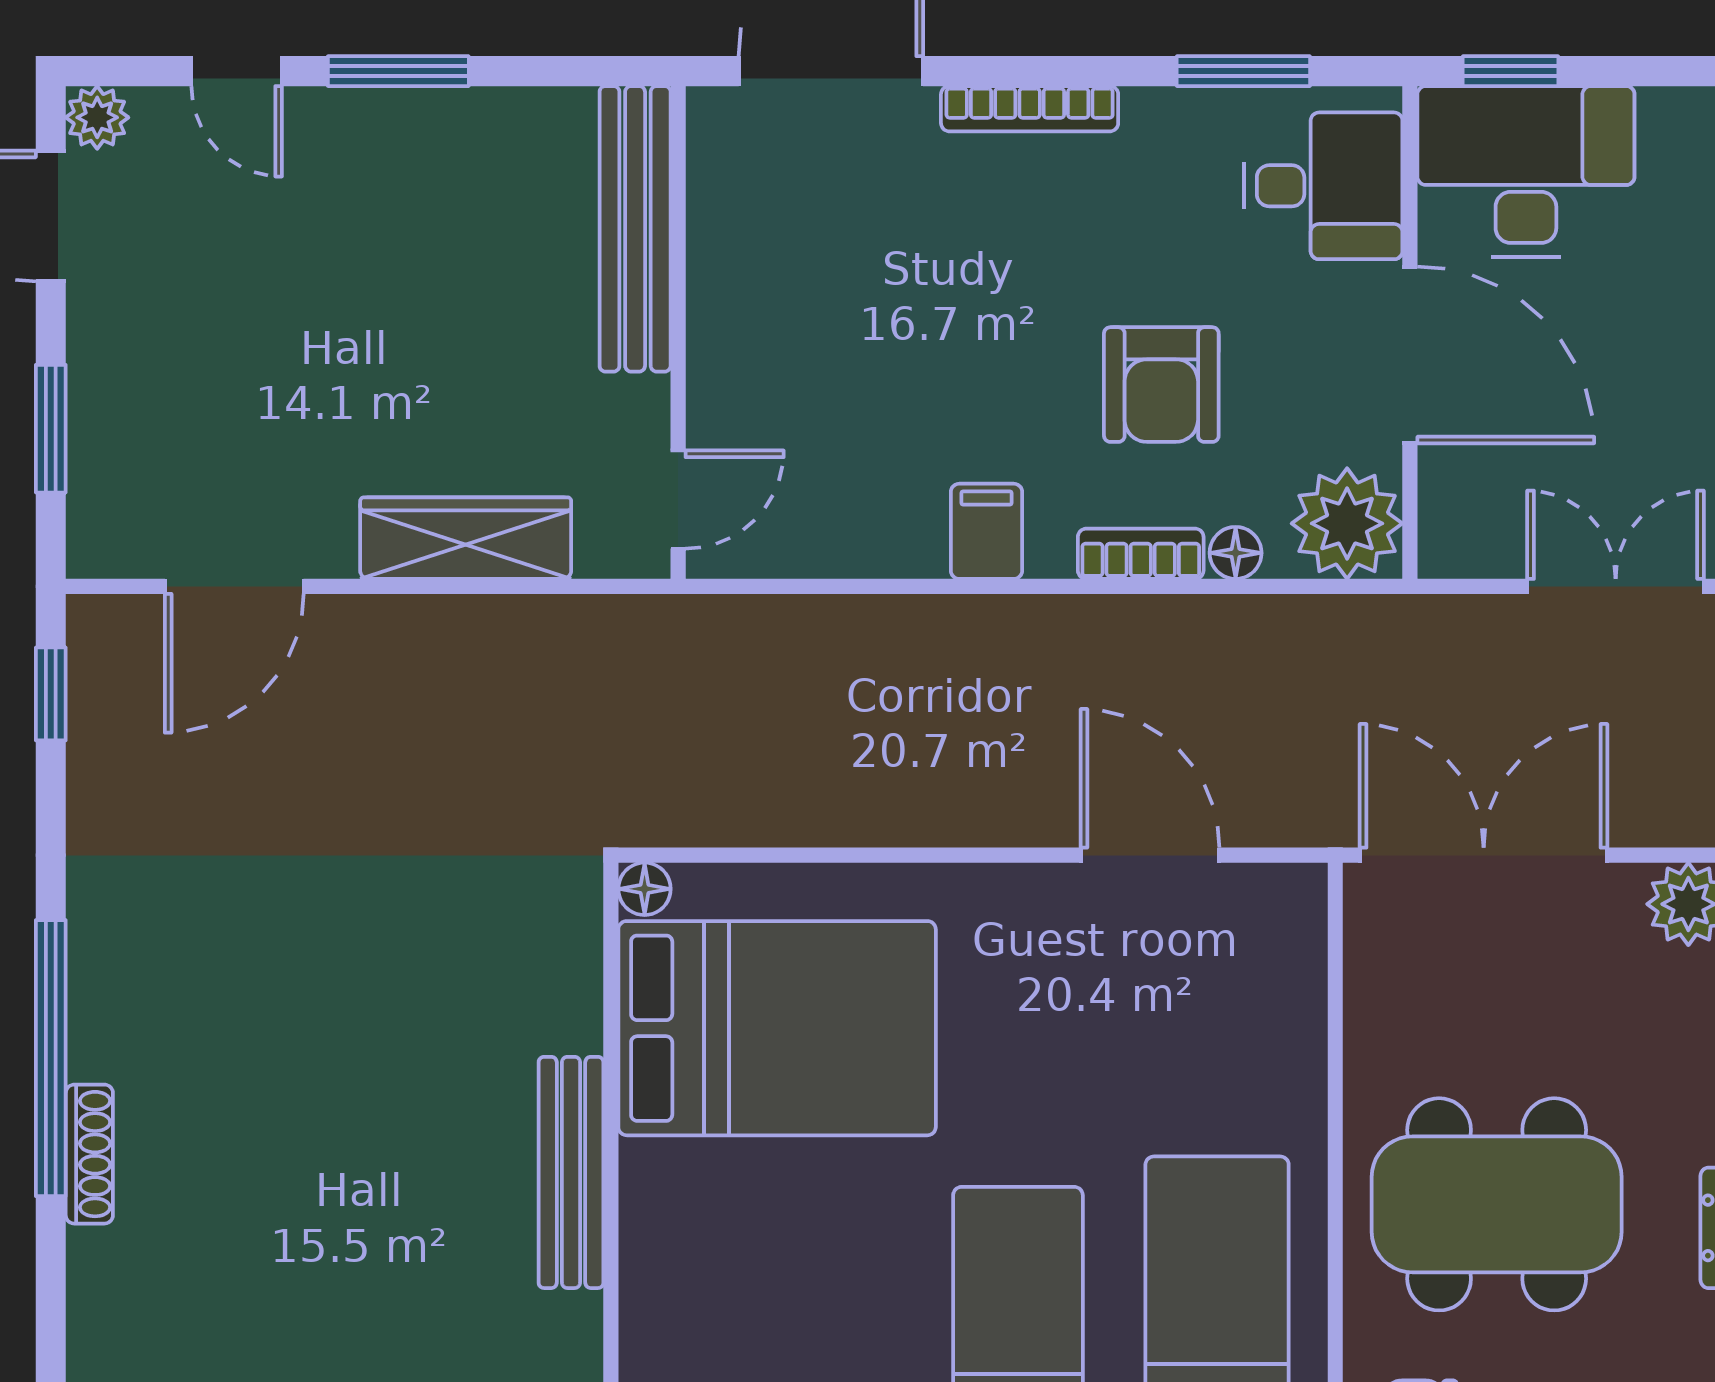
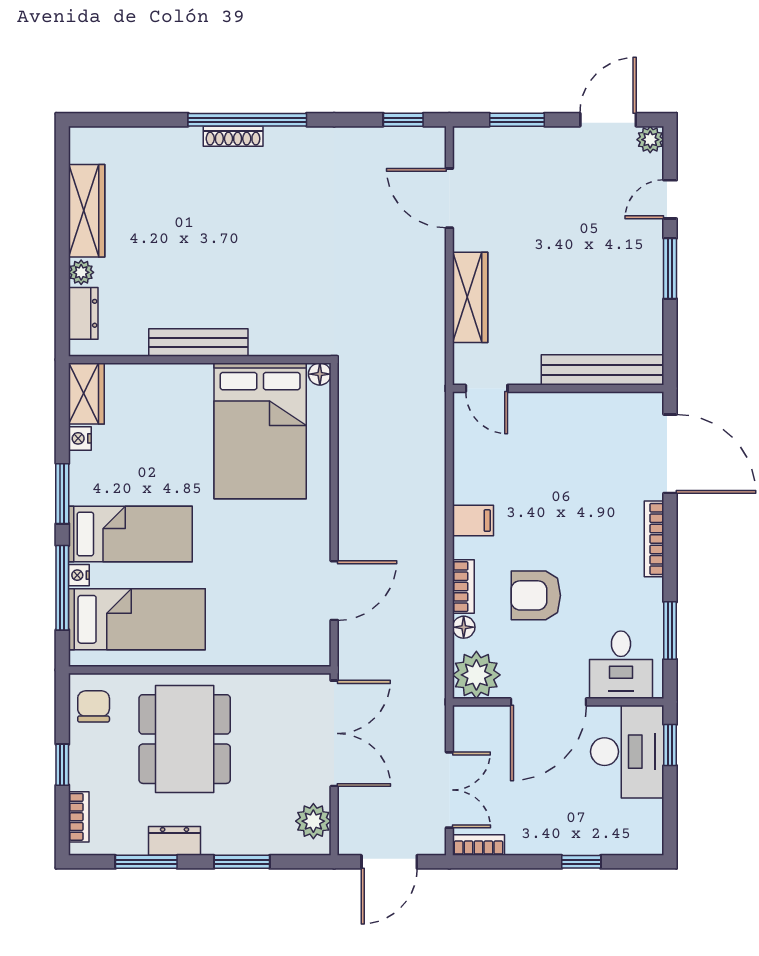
shoe rack: (89, 1154) -> (233, 136), moved

